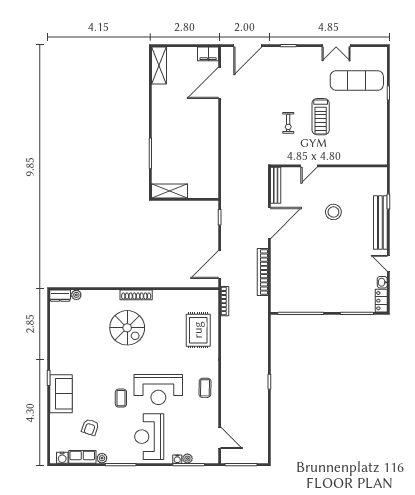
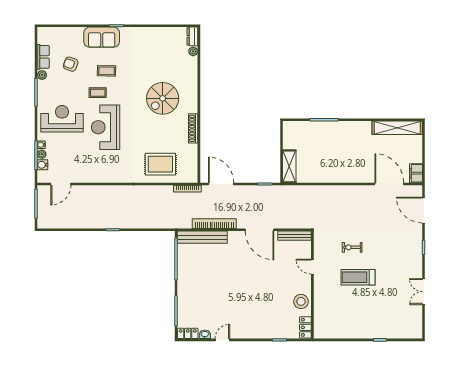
shelving: (159, 65) -> (397, 128), width x1.47
exercise mat: (357, 80) -> (391, 311), removed
locker: (375, 173) -> (305, 327), added
shelving: (169, 191) -> (289, 166), moved
stool: (333, 212) -> (301, 301), moved
bench: (380, 222) -> (202, 237), moved
shoe rack: (136, 295) -> (193, 128), moved
coffee table: (205, 388) -> (107, 71), moved
water cooler: (62, 458) -> (42, 165), moved

